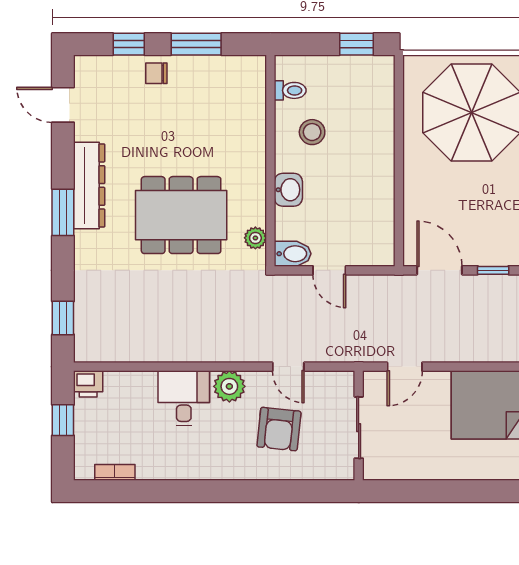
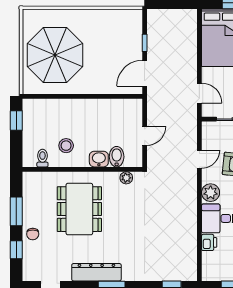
dining table: (181, 215) -> (79, 209), moved
bidet: (293, 254) -> (117, 157), moved
printer: (88, 384) -> (209, 242), moved

